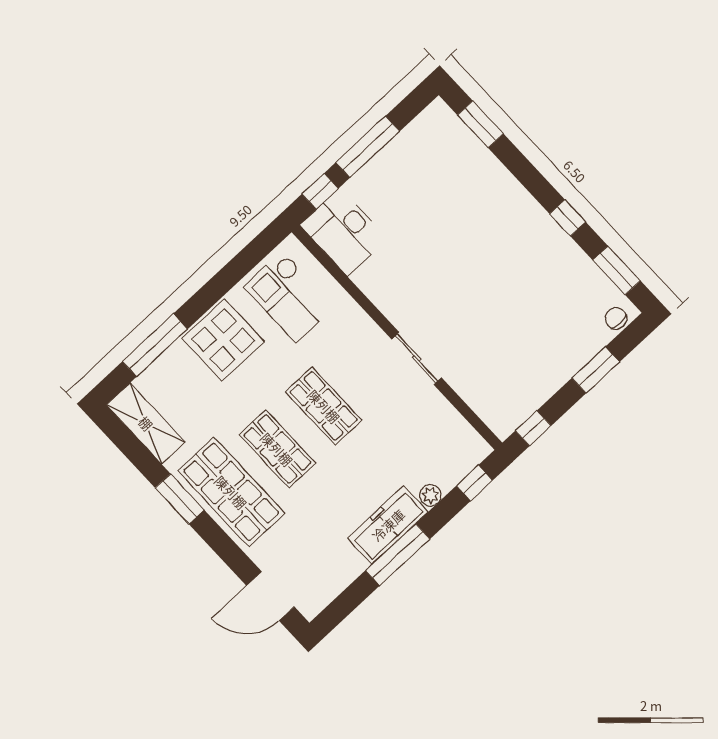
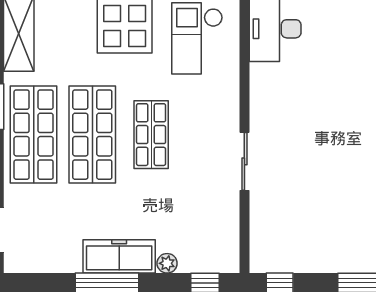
shop shelf: (277, 449) -> (92, 135), width x1.43, depth x1.36

